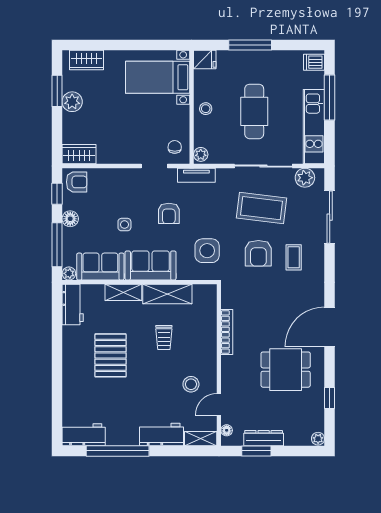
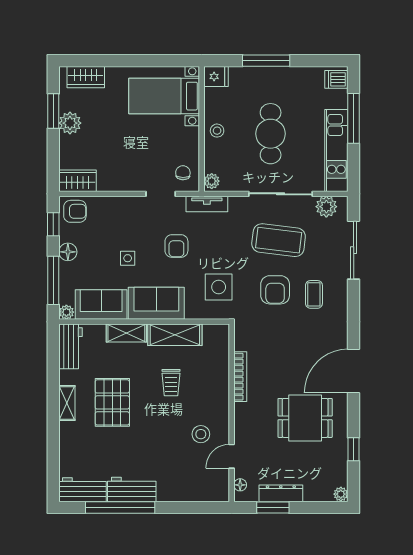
workbench: (161, 435) -> (132, 489), moved
shelving: (201, 439) -> (67, 403), moved, turned 90

